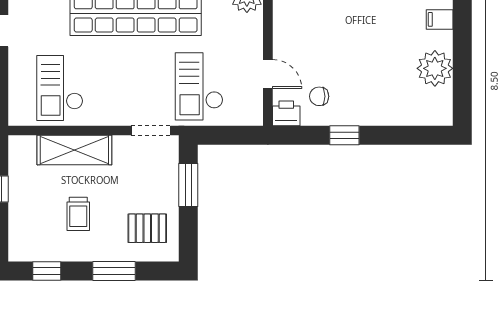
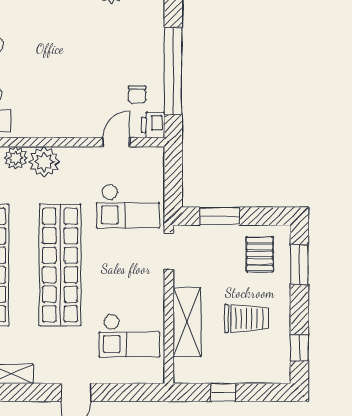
window: (344, 135) -> (173, 71), width x3.17
trolley: (78, 214) -> (246, 318), width x1.36, depth x1.39
window: (114, 271) -> (299, 265), moved

